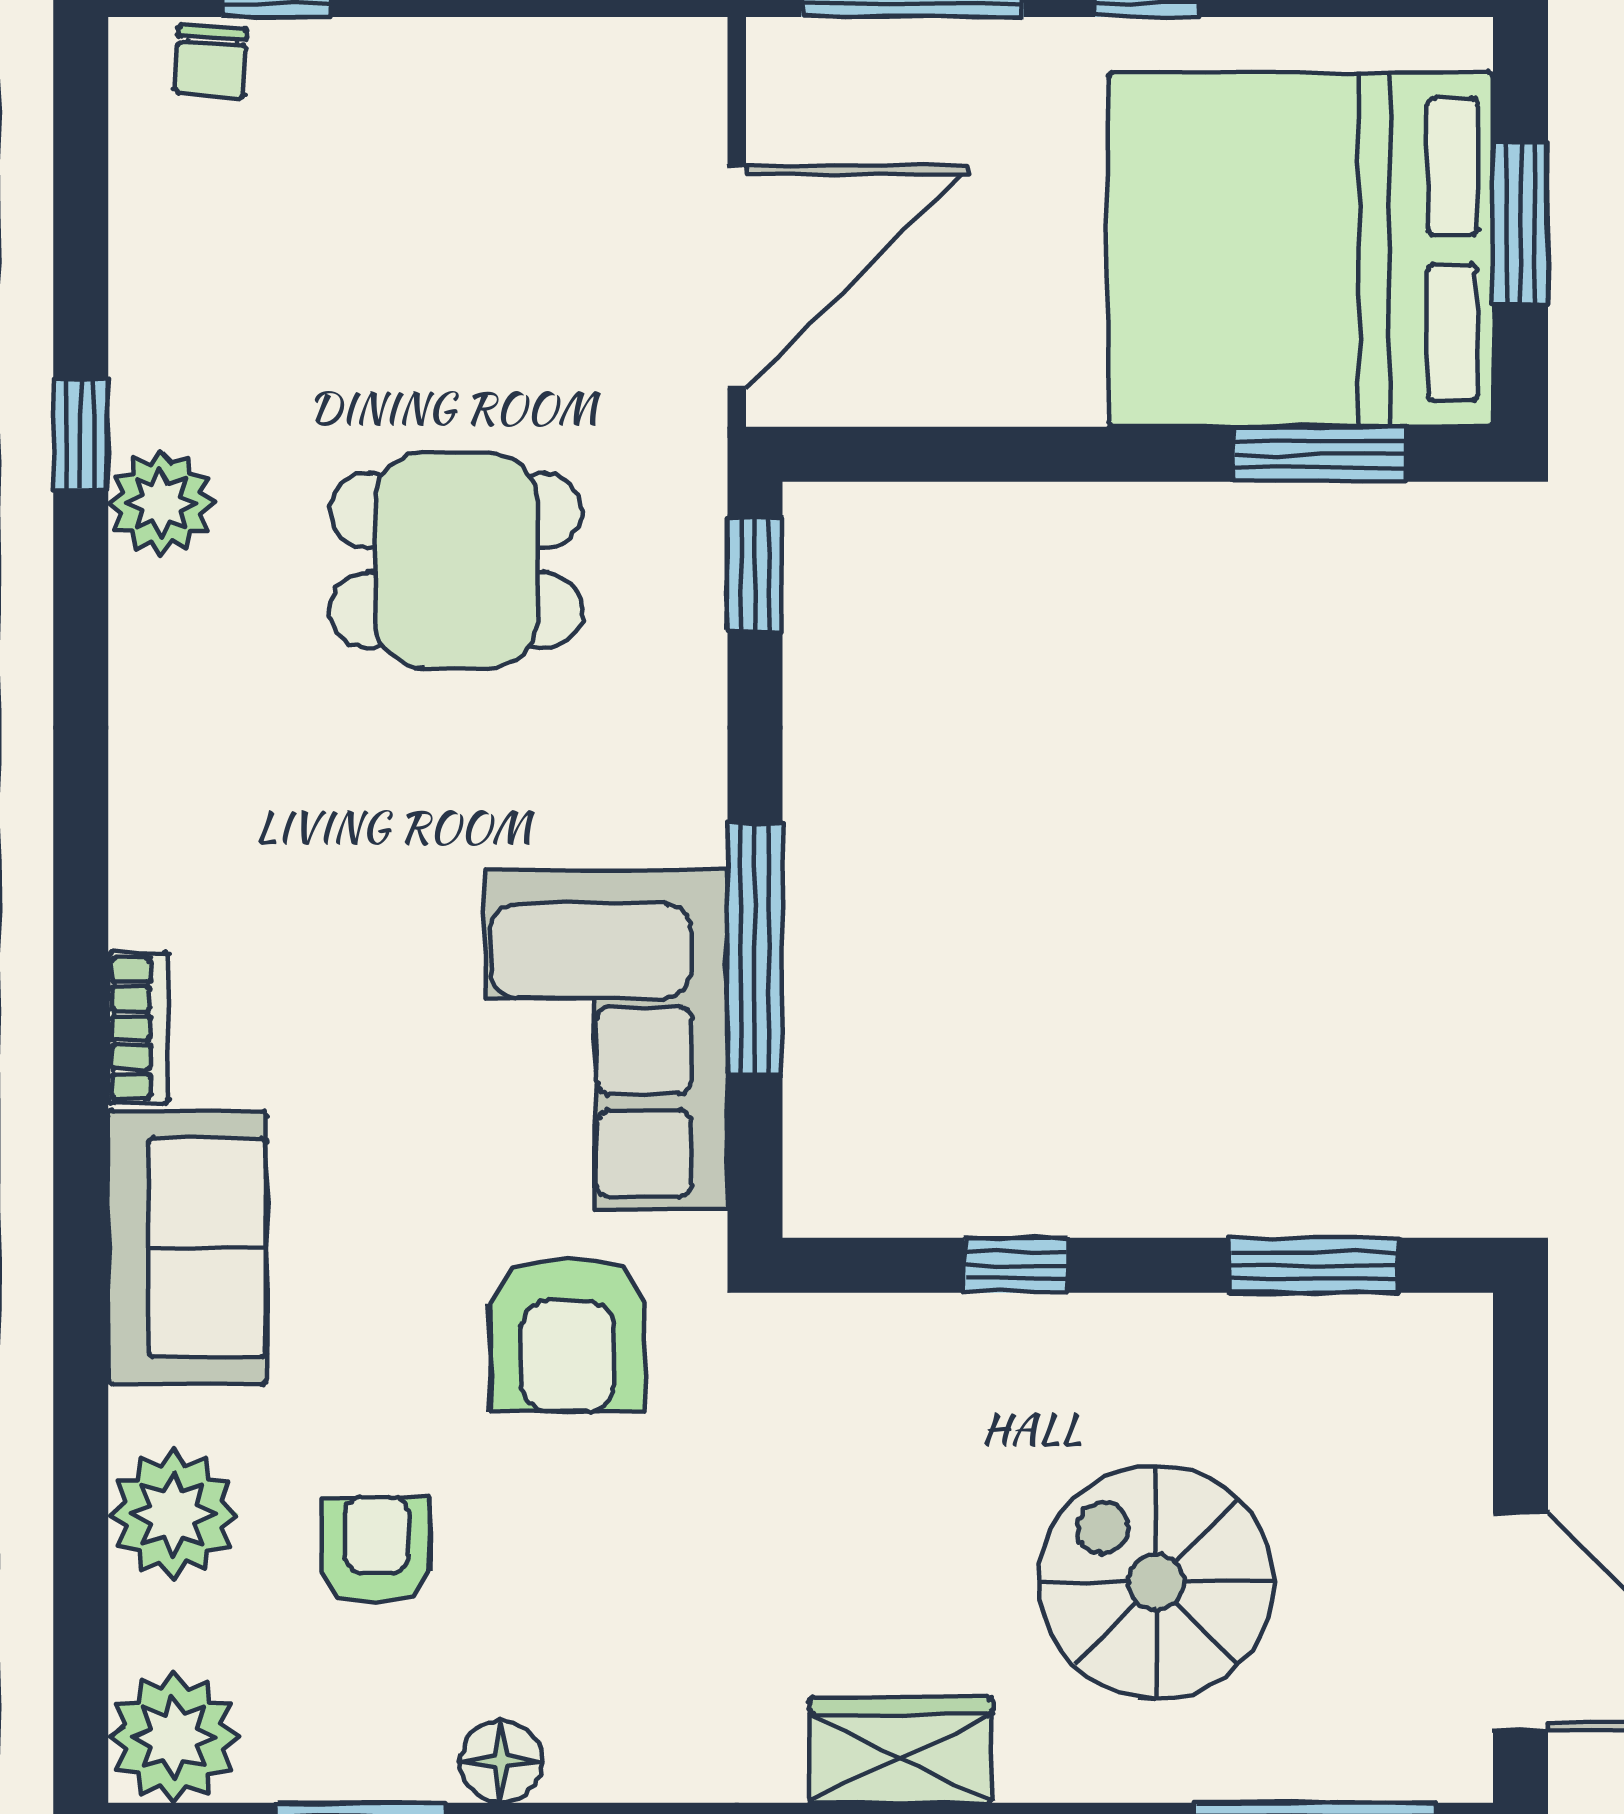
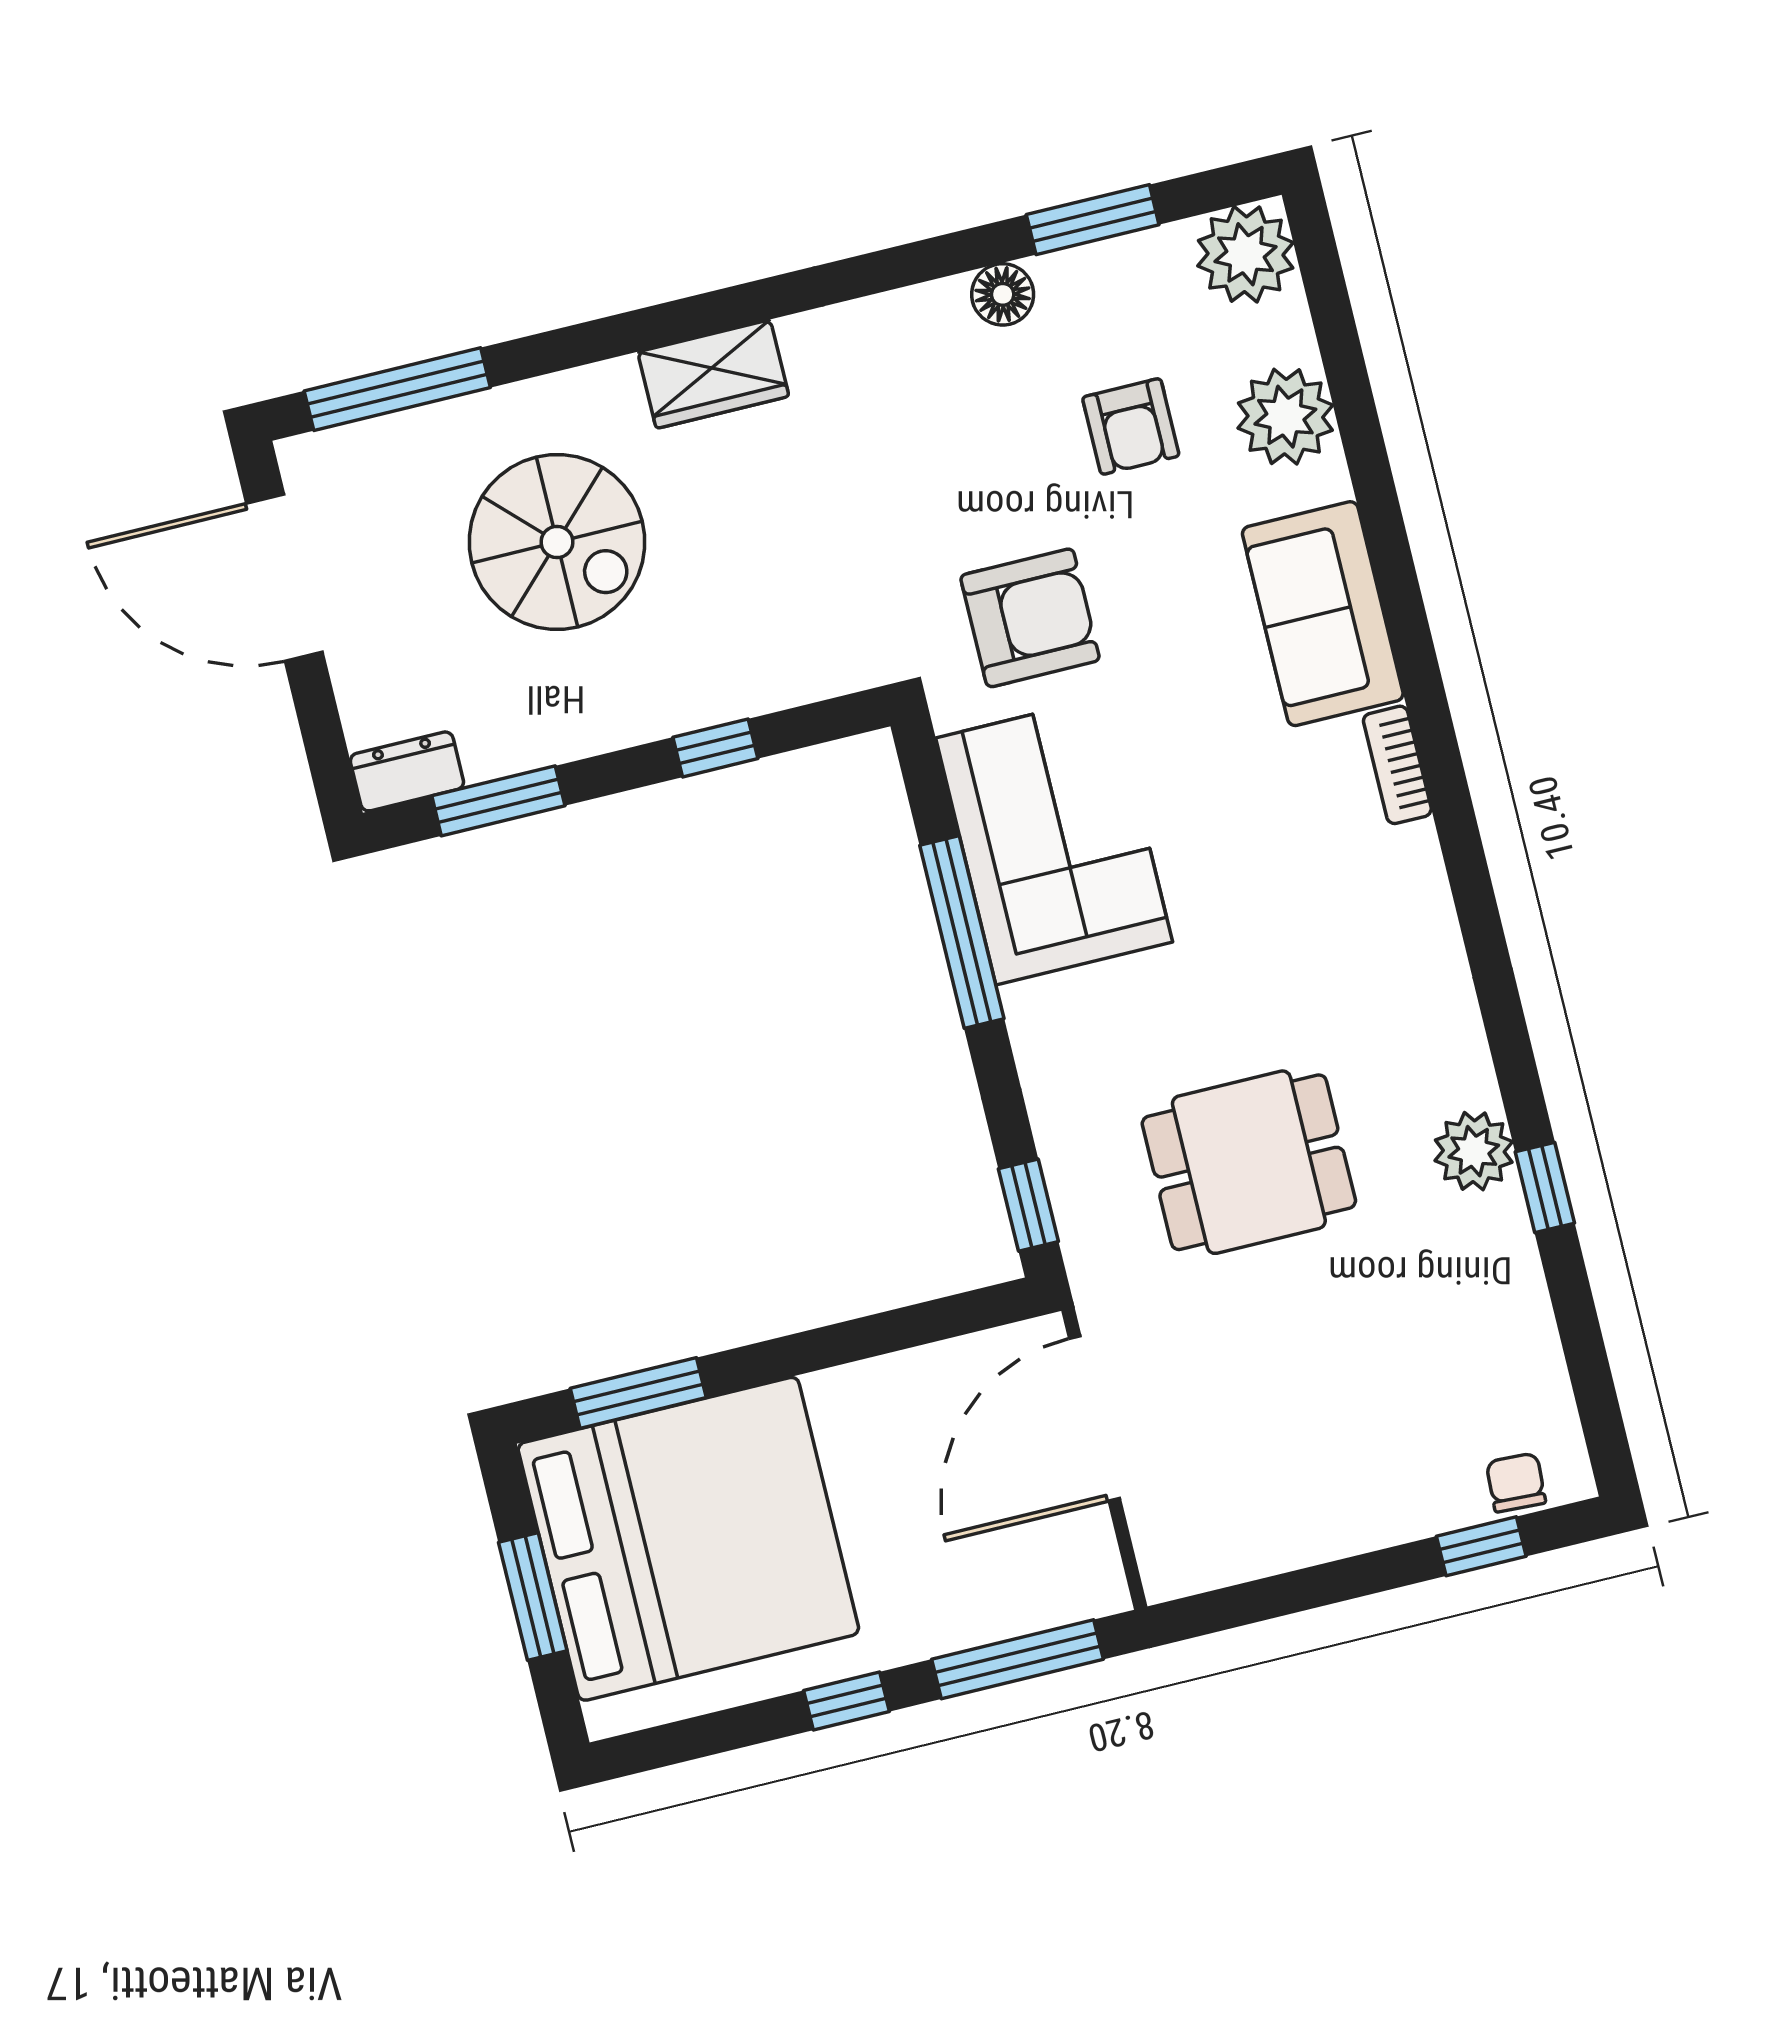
dresser: (1423, 1332) -> (407, 771), added
armchair: (568, 1334) -> (1030, 618), turned 90

